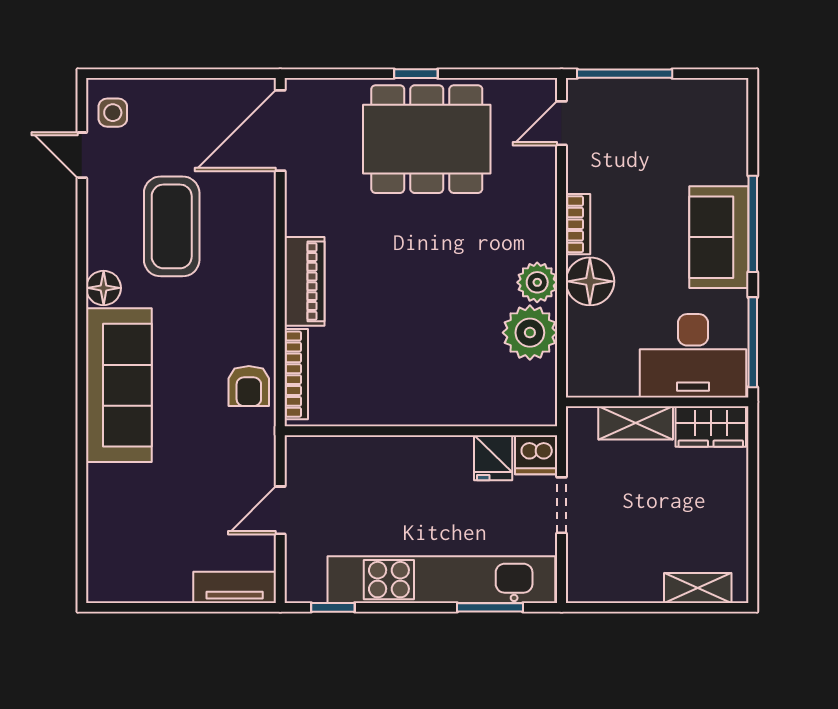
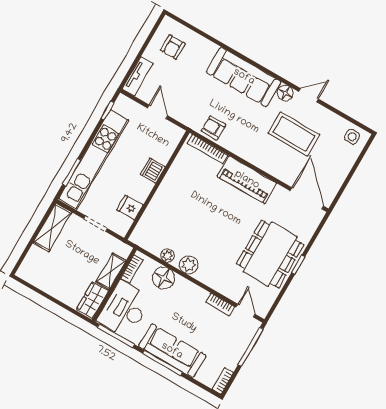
bookcase: (721, 89) -> (223, 381), added
door: (82, 155) -> (308, 95), moved
bookcase: (578, 224) -> (220, 305), moved
sofa: (719, 237) -> (172, 351), width x1.36
piano: (304, 281) -> (247, 180), width x1.37, depth x1.33
floor lamp: (590, 281) -> (164, 278), moved
plant: (530, 333) -> (168, 256), width x0.53, depth x0.53
bookcase: (608, 386) -> (132, 269), added
dishwasher: (536, 455) -> (153, 171), moved
armchair: (140, 553) -> (173, 47), added
shelving: (698, 588) -> (52, 227), moved, width x1.50, depth x1.33

